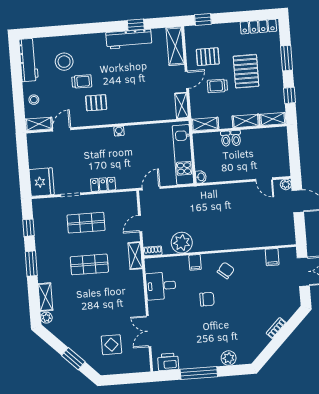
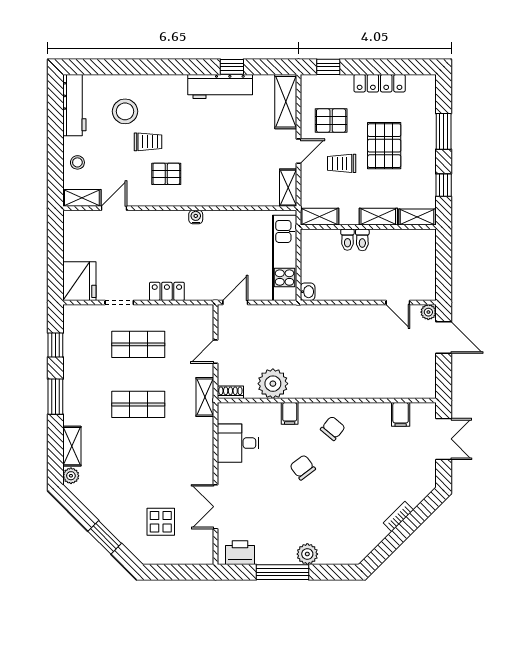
locker: (258, 27) -> (380, 83), moved
chair: (207, 299) -> (303, 467), turned -127
plant: (229, 358) -> (307, 554), moved

